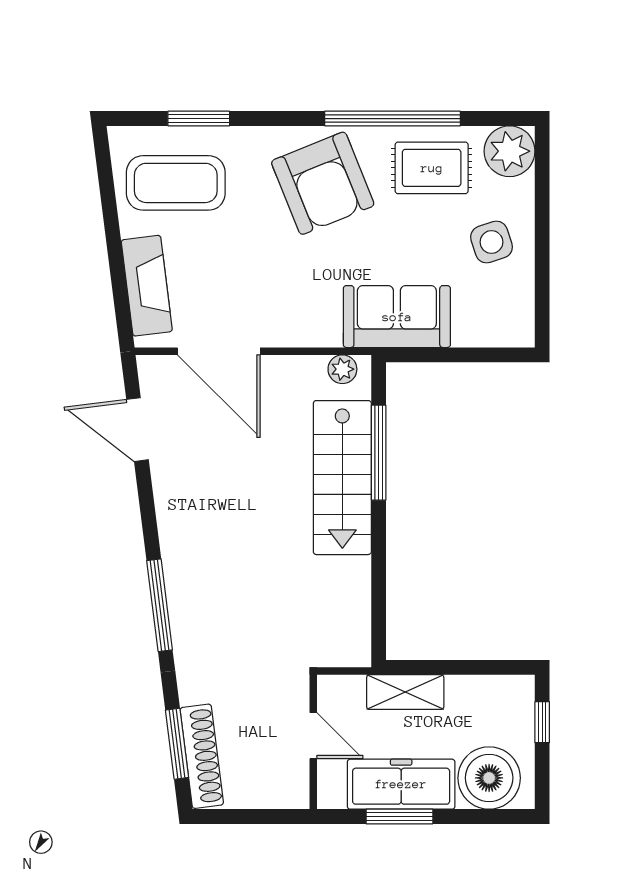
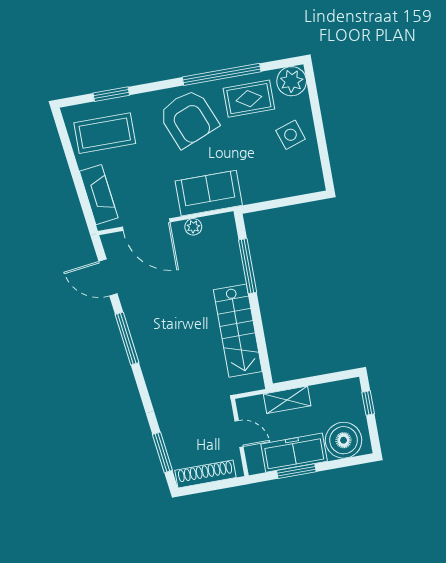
sofa: (397, 317) -> (209, 193), moved
plant: (342, 369) -> (193, 227), moved
stairs: (342, 478) -> (238, 331), moved
window: (160, 605) -> (127, 339), moved
shoe rack: (202, 756) -> (205, 474), moved, turned -83

